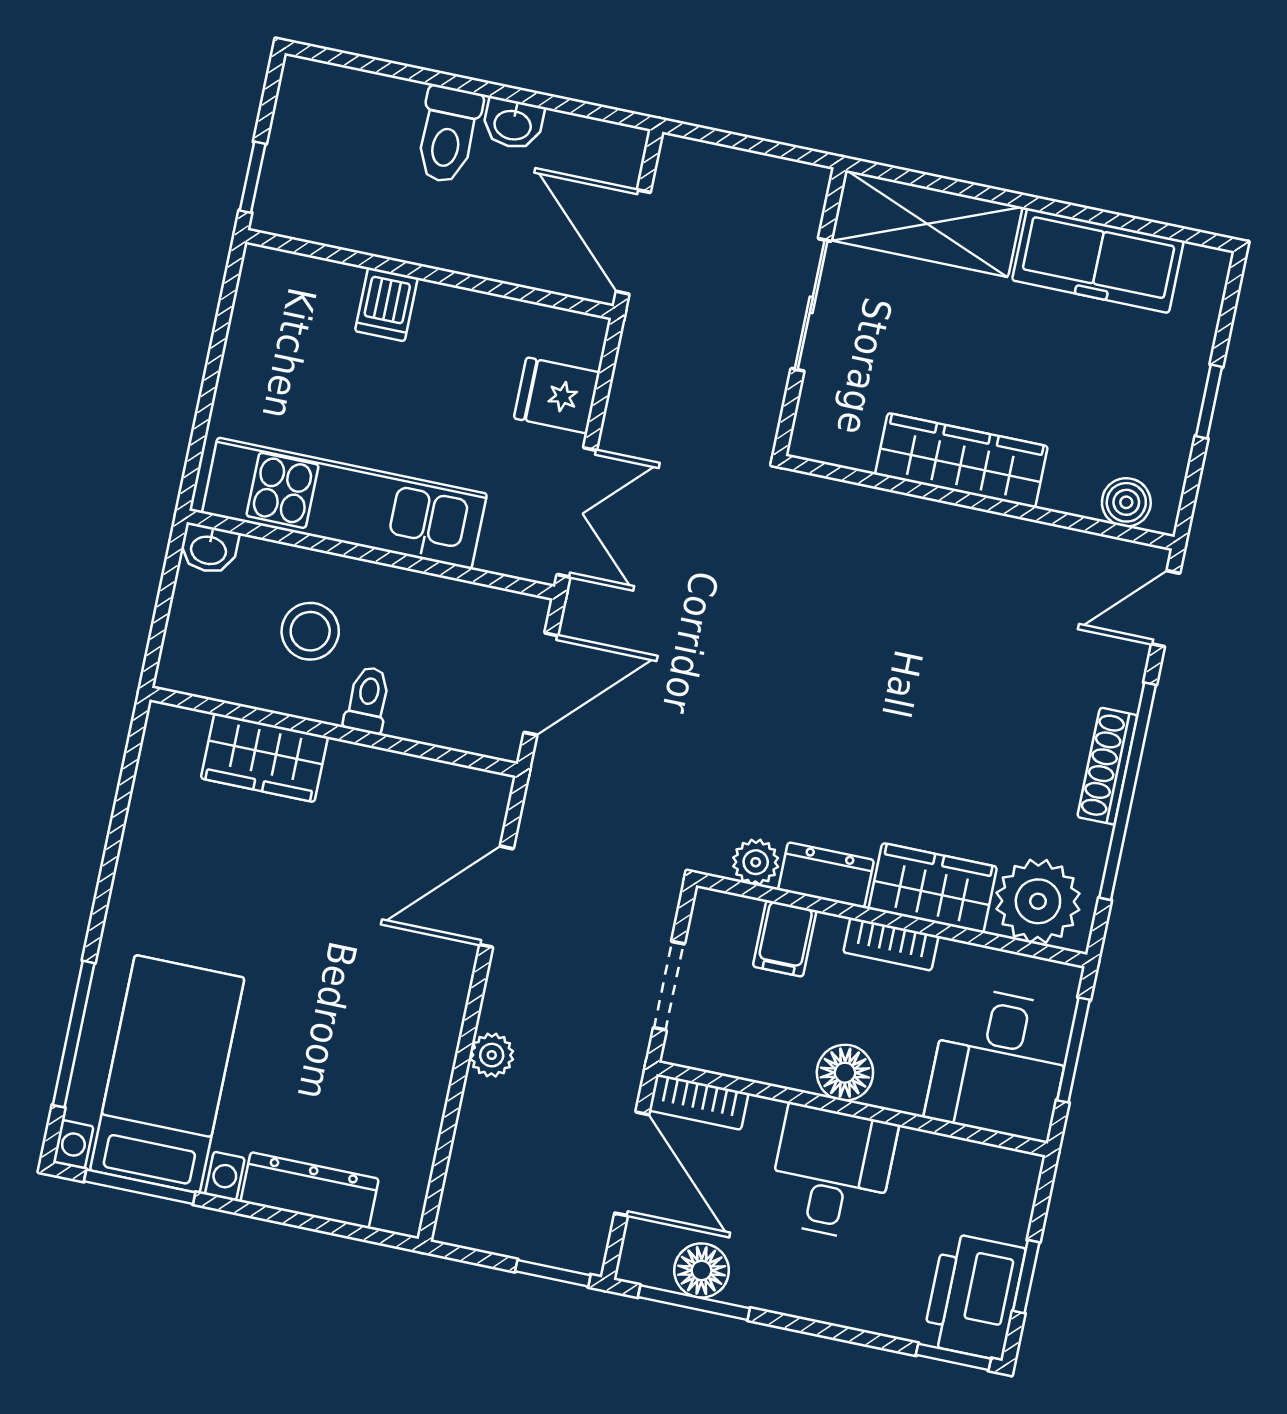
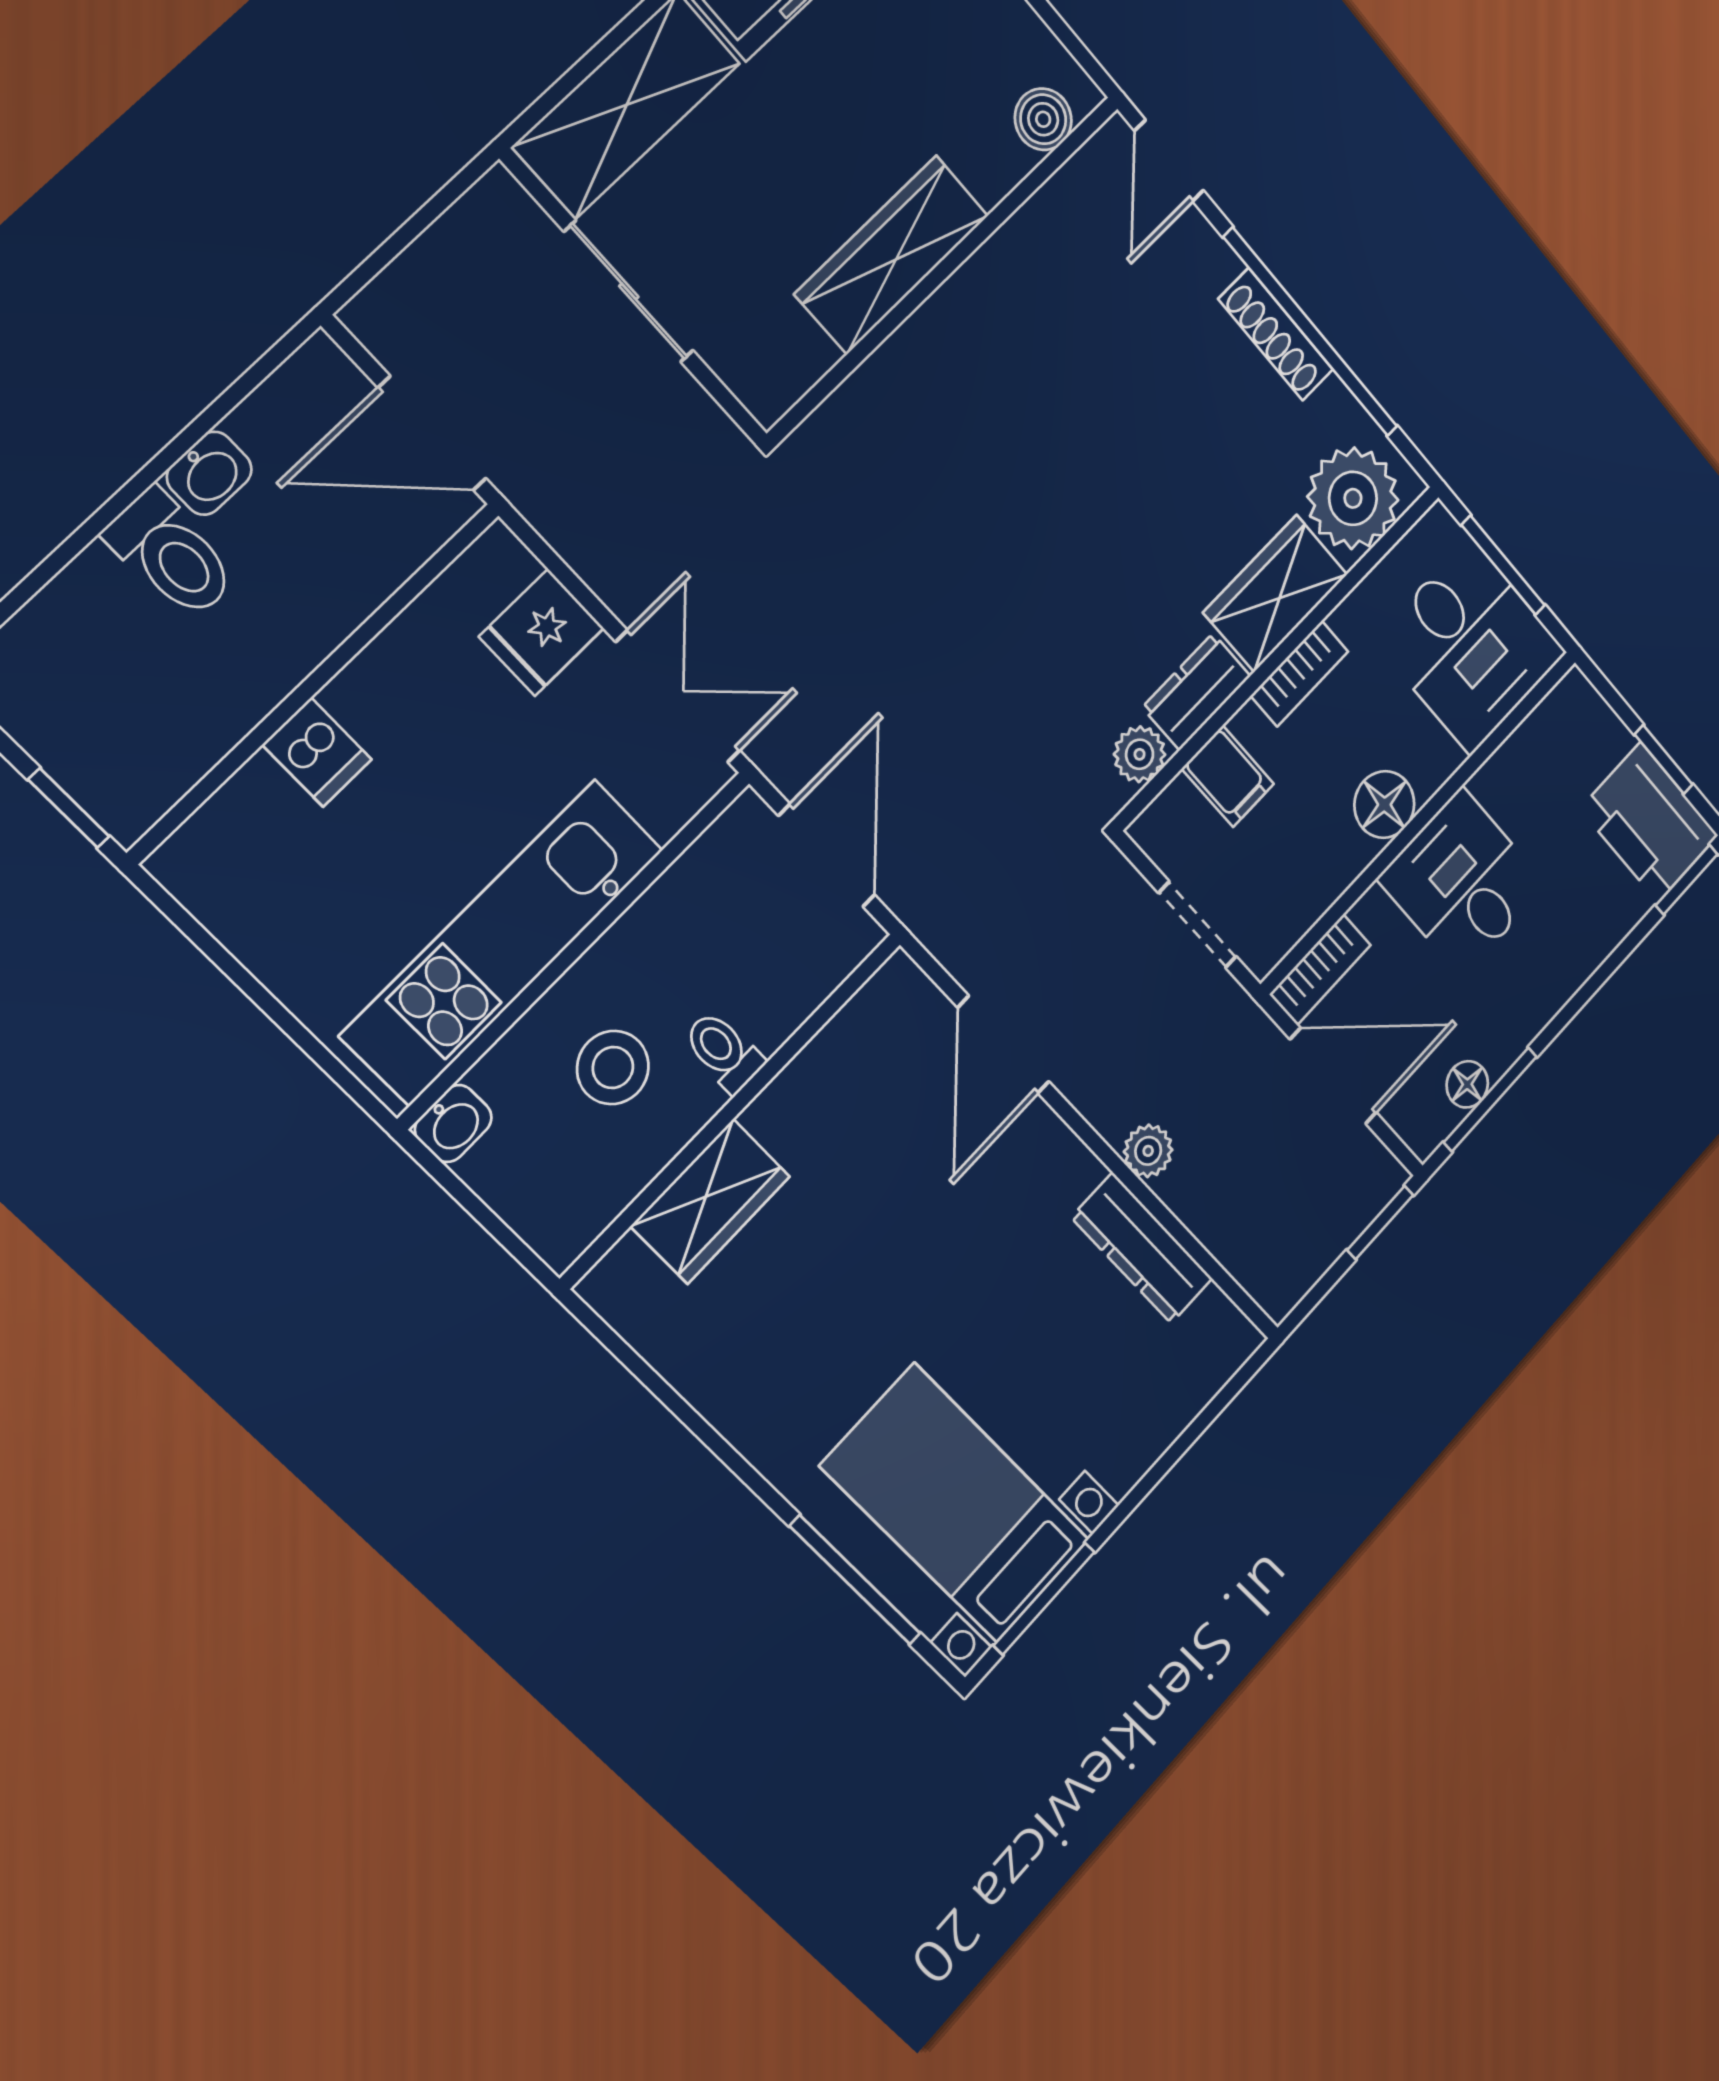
dresser: (310, 1190) -> (1142, 1248), moved, turned -90
floor lamp: (702, 1270) -> (1467, 1084), width x0.73, depth x0.73

